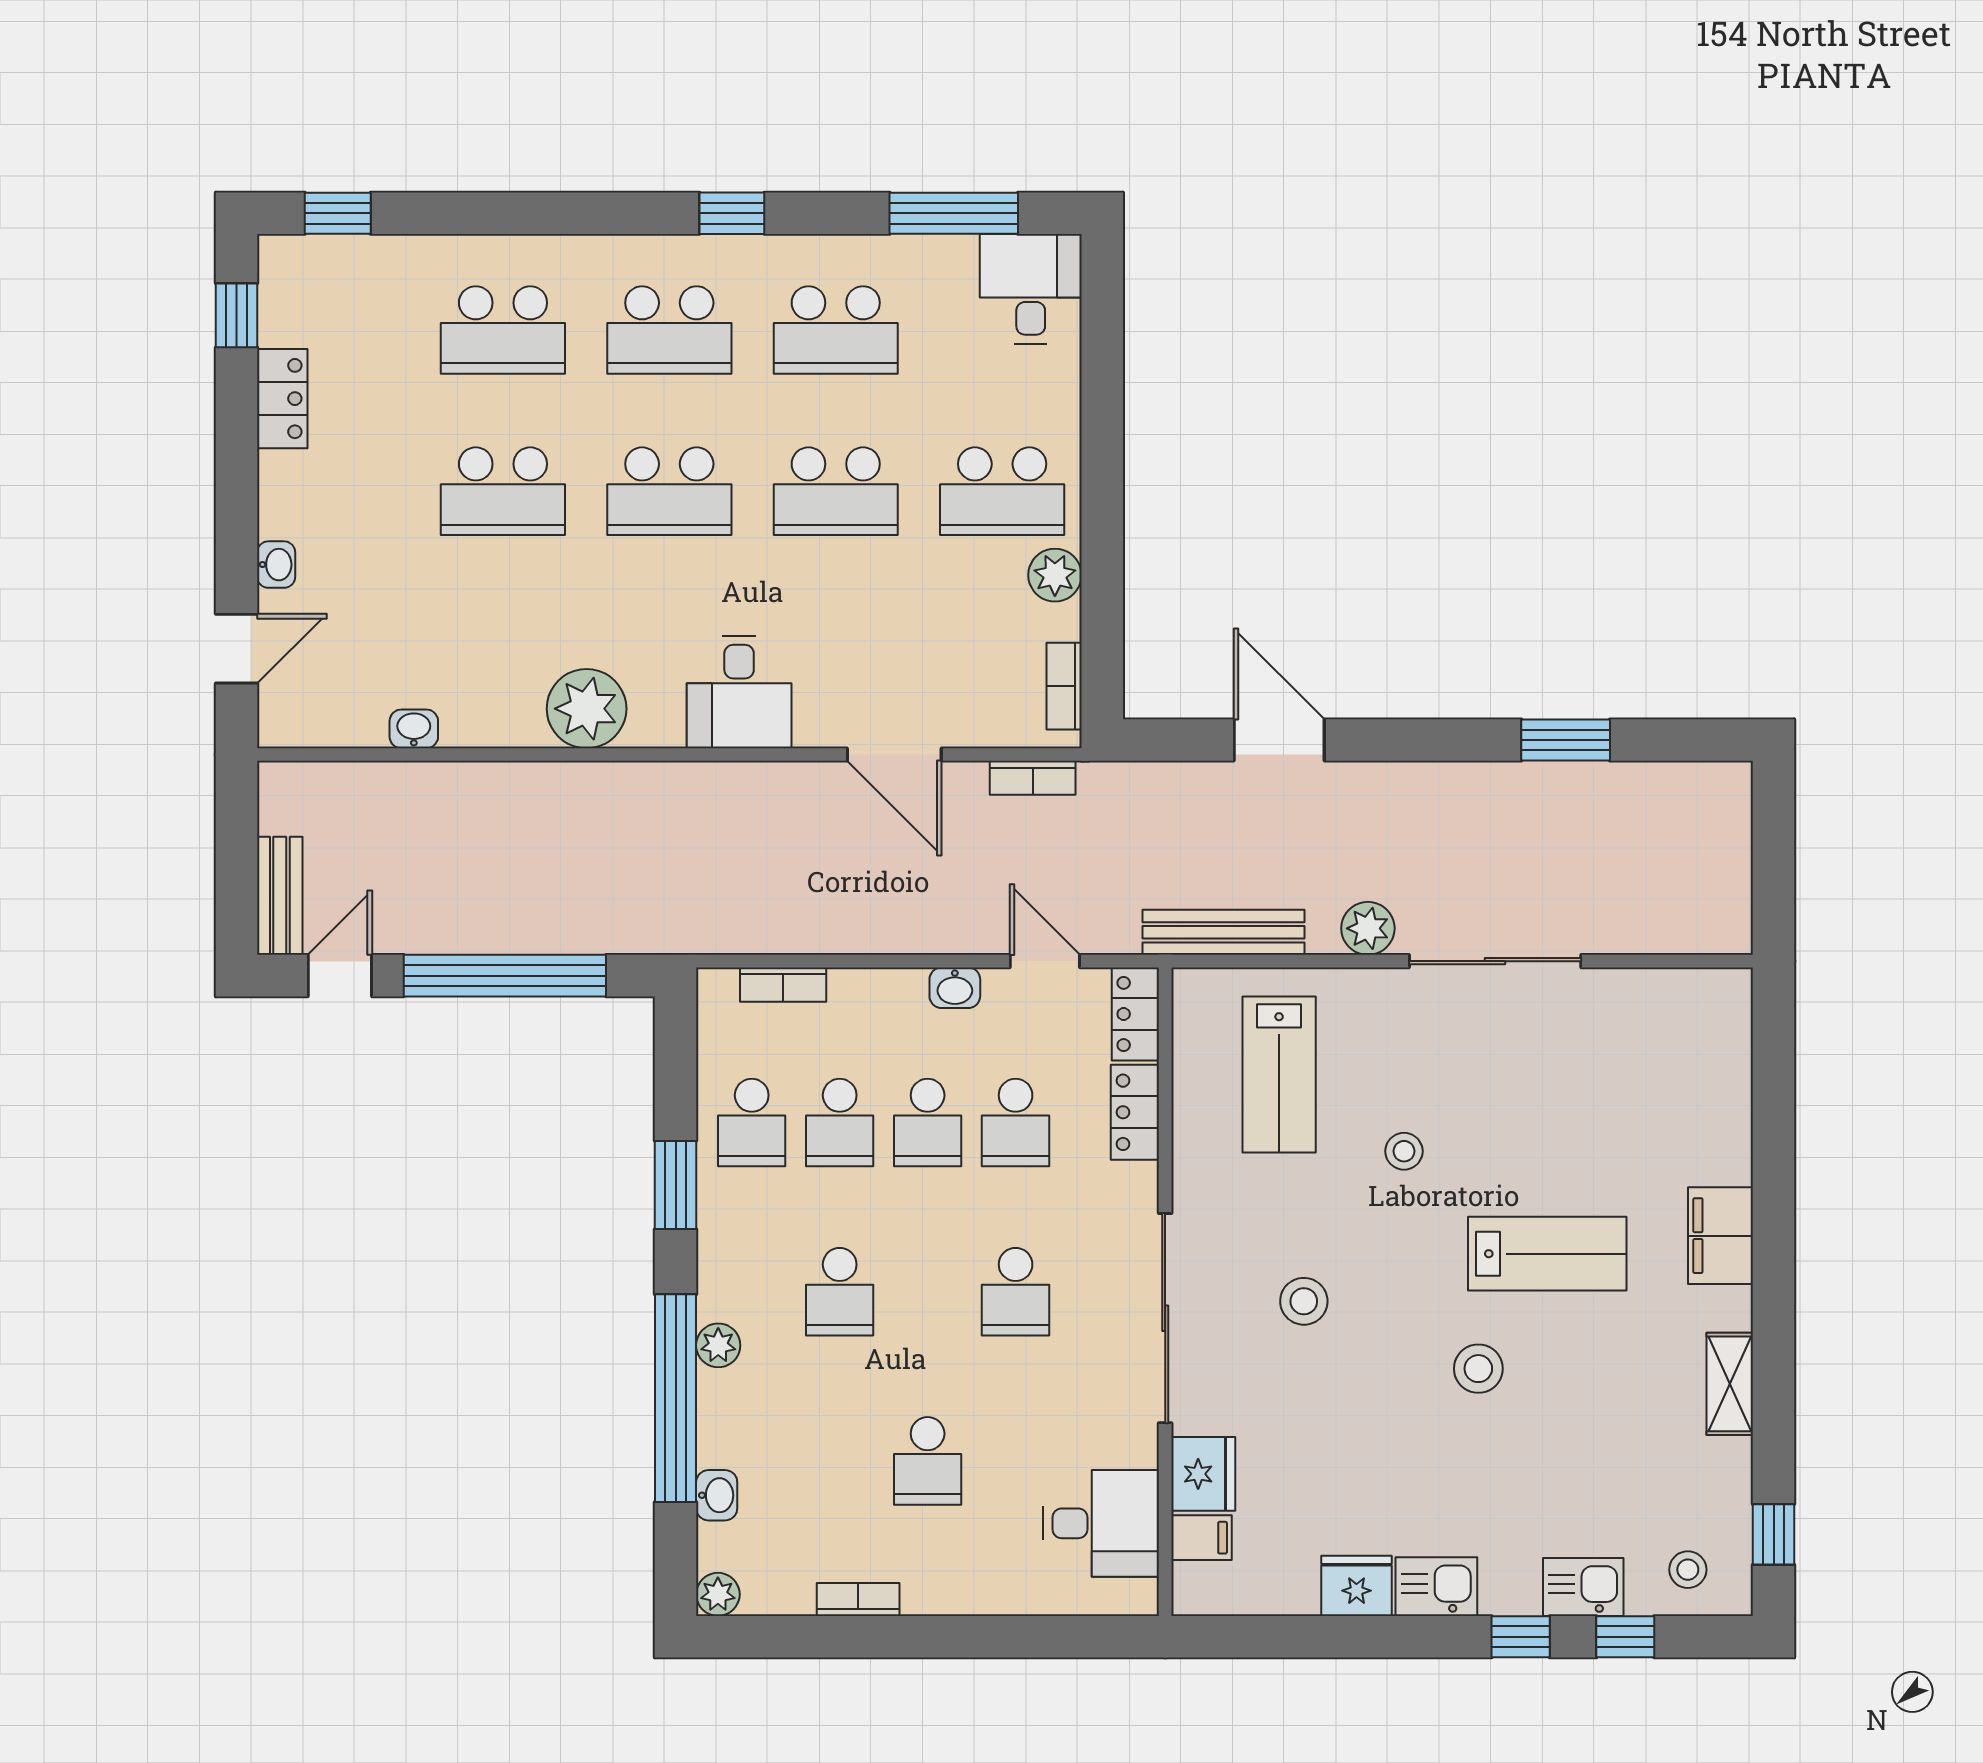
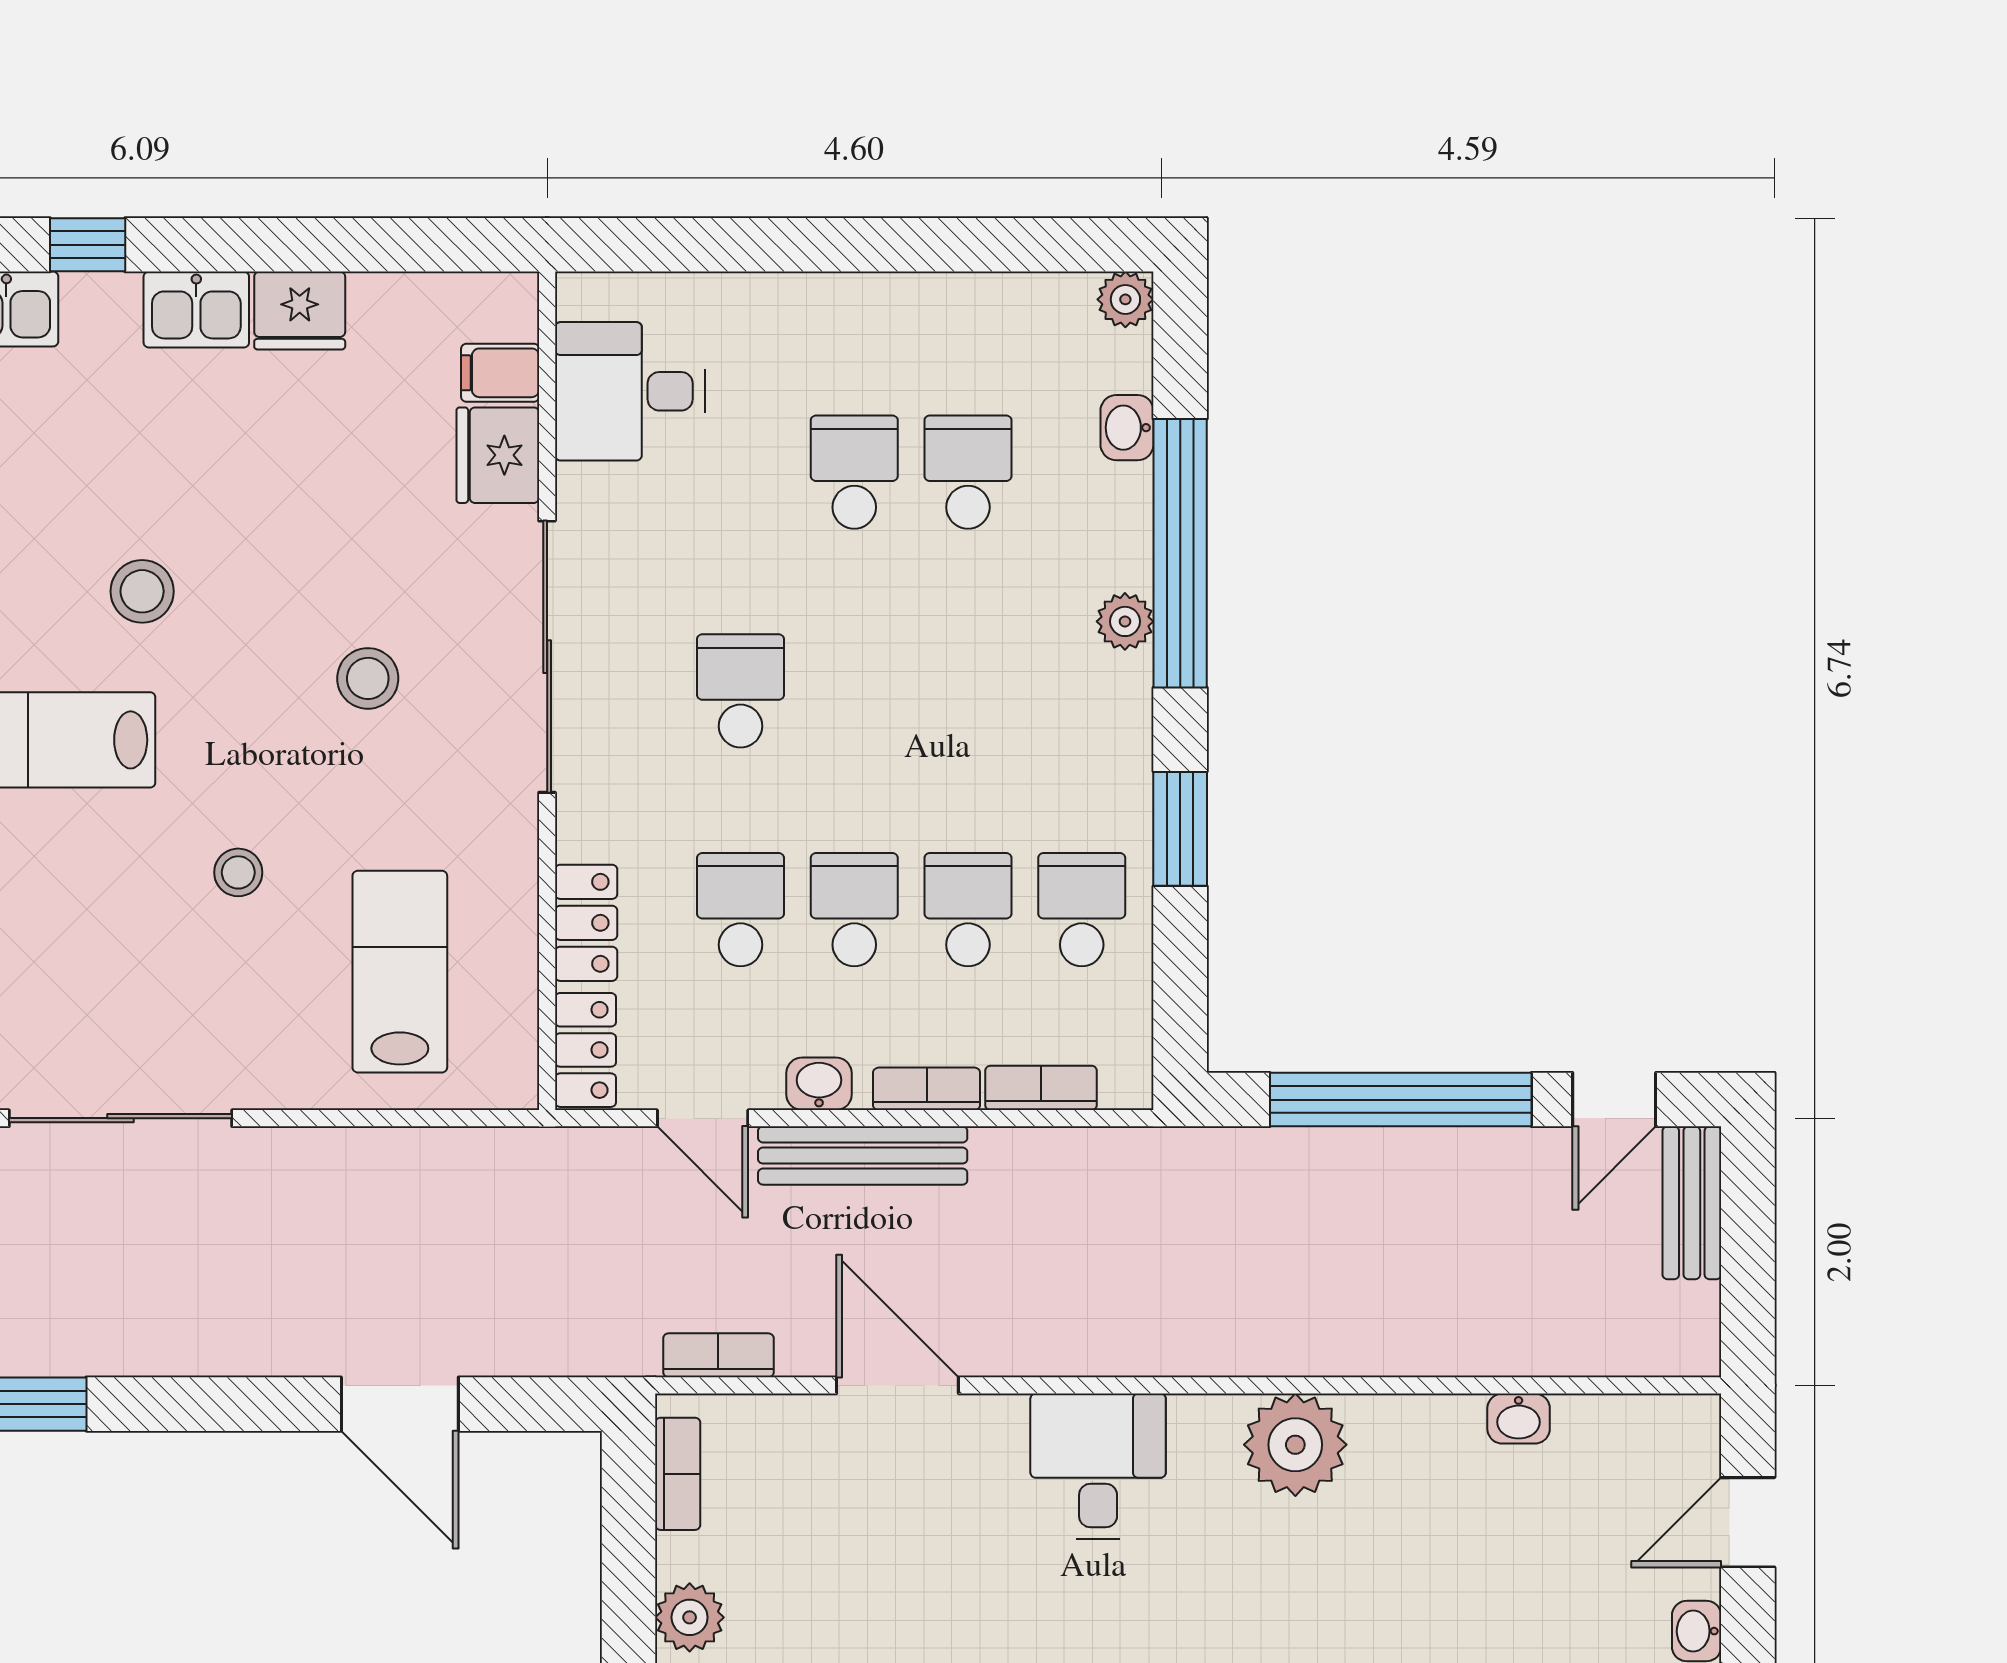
plant: (1368, 928) -> (285, 1161), removed
bench: (1223, 932) -> (863, 1156), moved
school desk: (840, 1292) -> (968, 472), moved
bookcase: (858, 1600) -> (927, 1089), moved, turned 180

